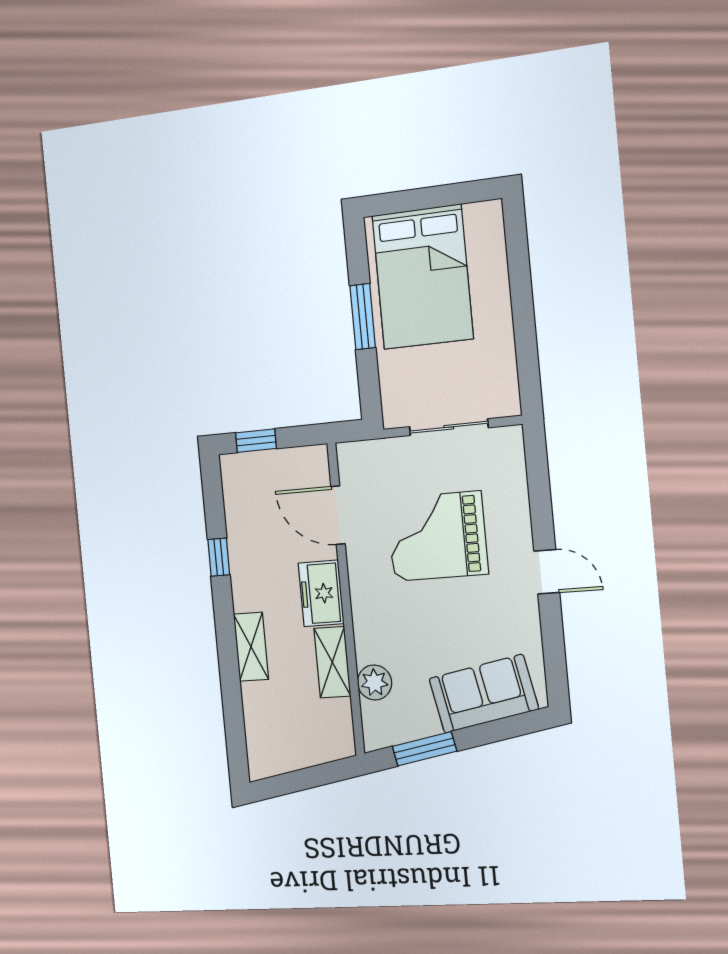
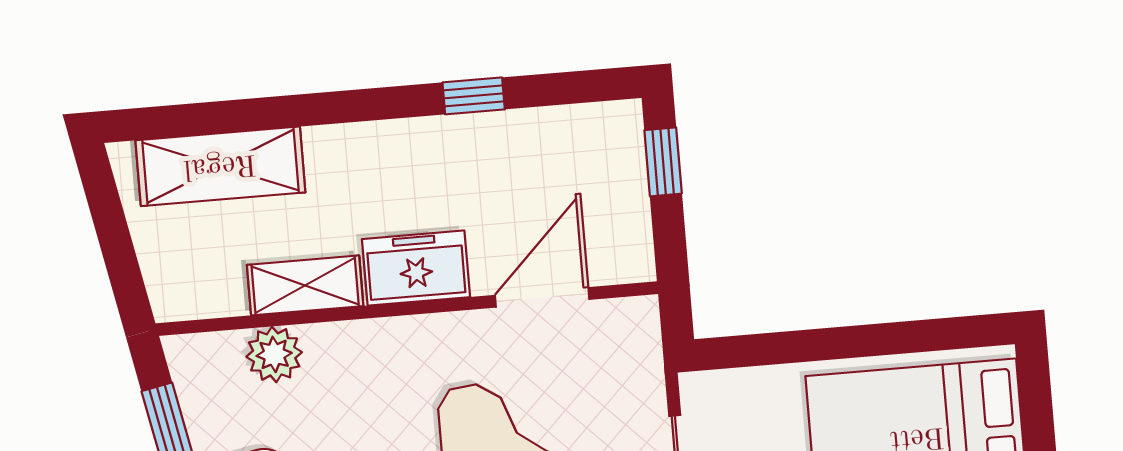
window: (363, 317) -> (858, 341), removed
shelving: (251, 647) -> (220, 166), moved, width x1.50, depth x1.33

